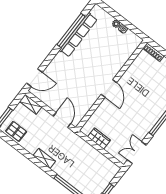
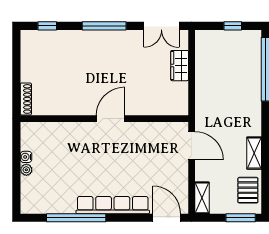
row of seats: (78, 35) -> (113, 205), moved
door: (62, 120) -> (192, 146), swing flipped
wardrobe: (99, 138) -> (180, 66), moved
shelving: (44, 158) -> (254, 153), moved

